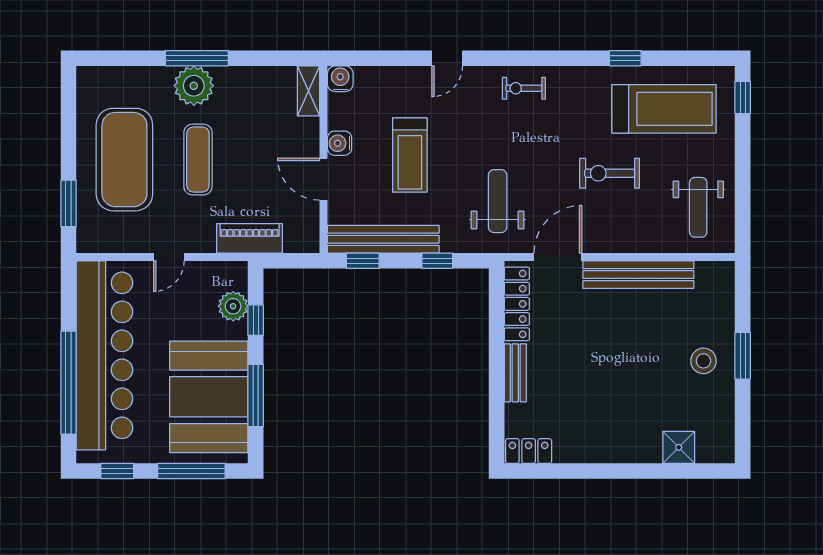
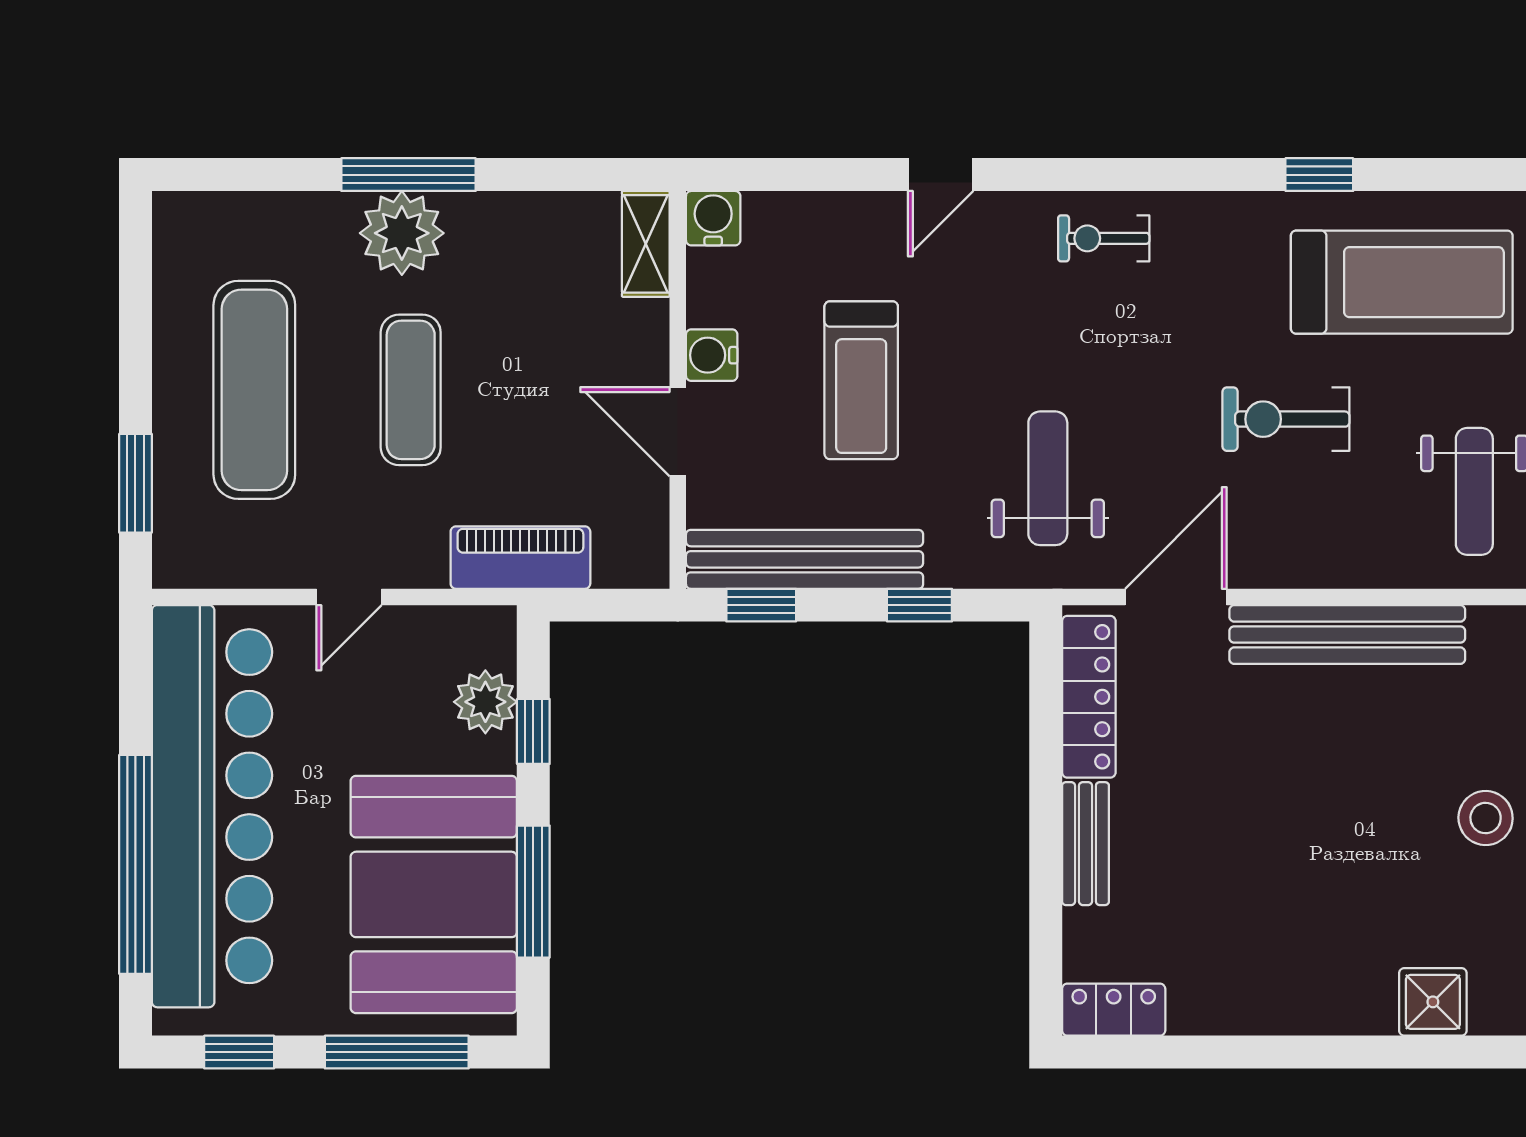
exercise mat: (124, 160) -> (254, 390), width x0.68

